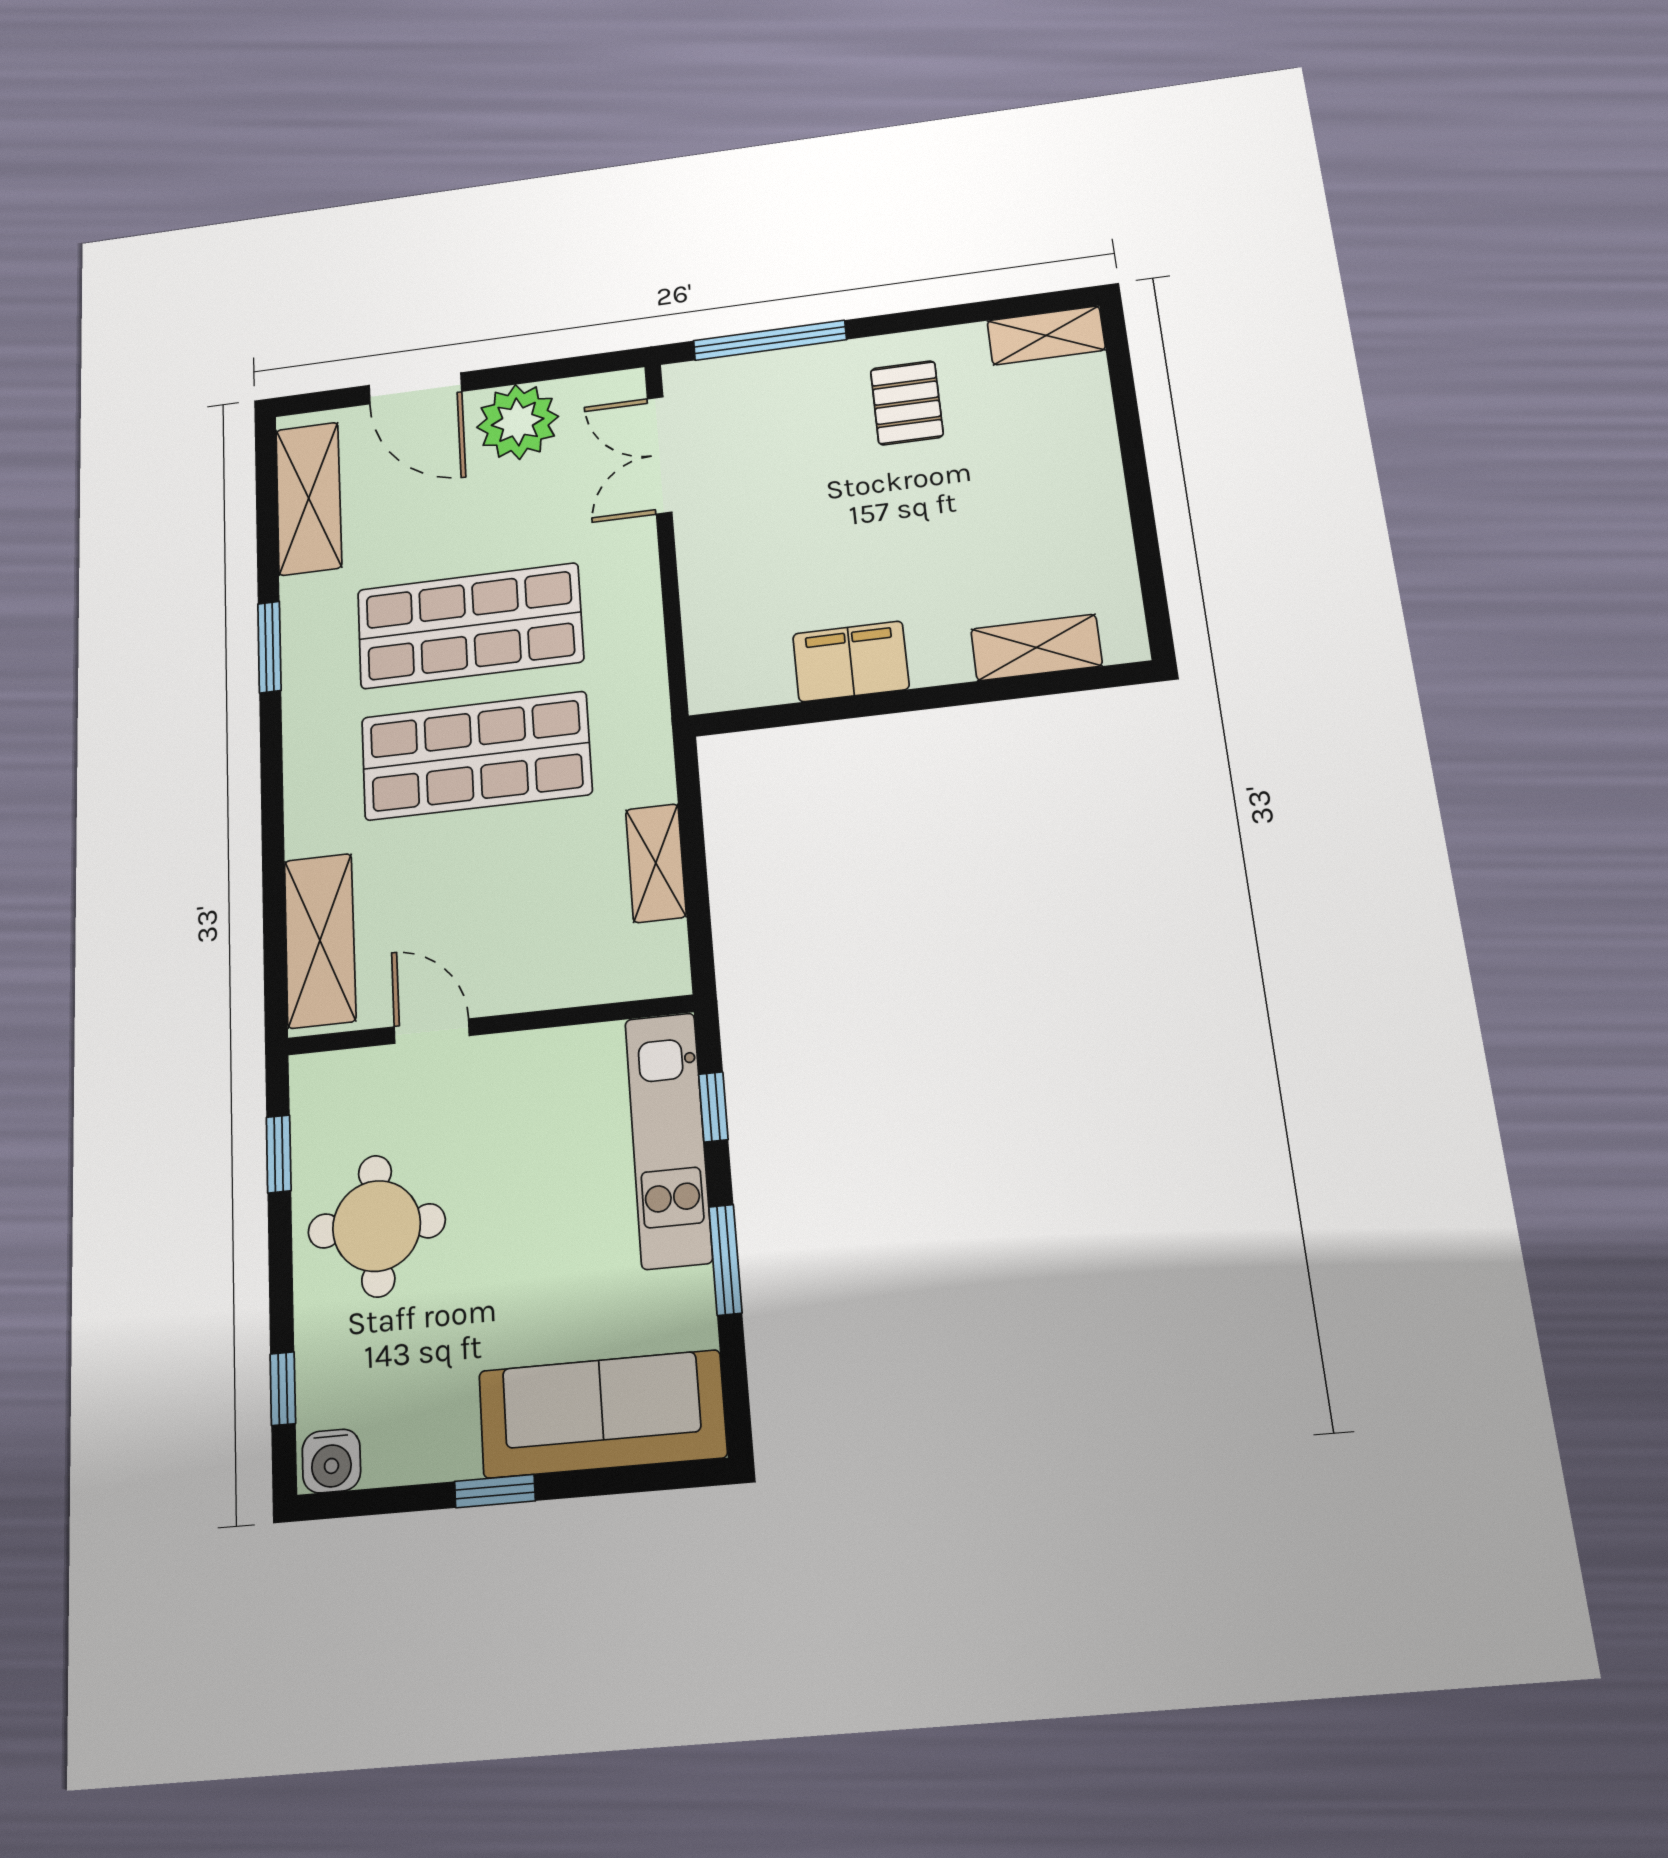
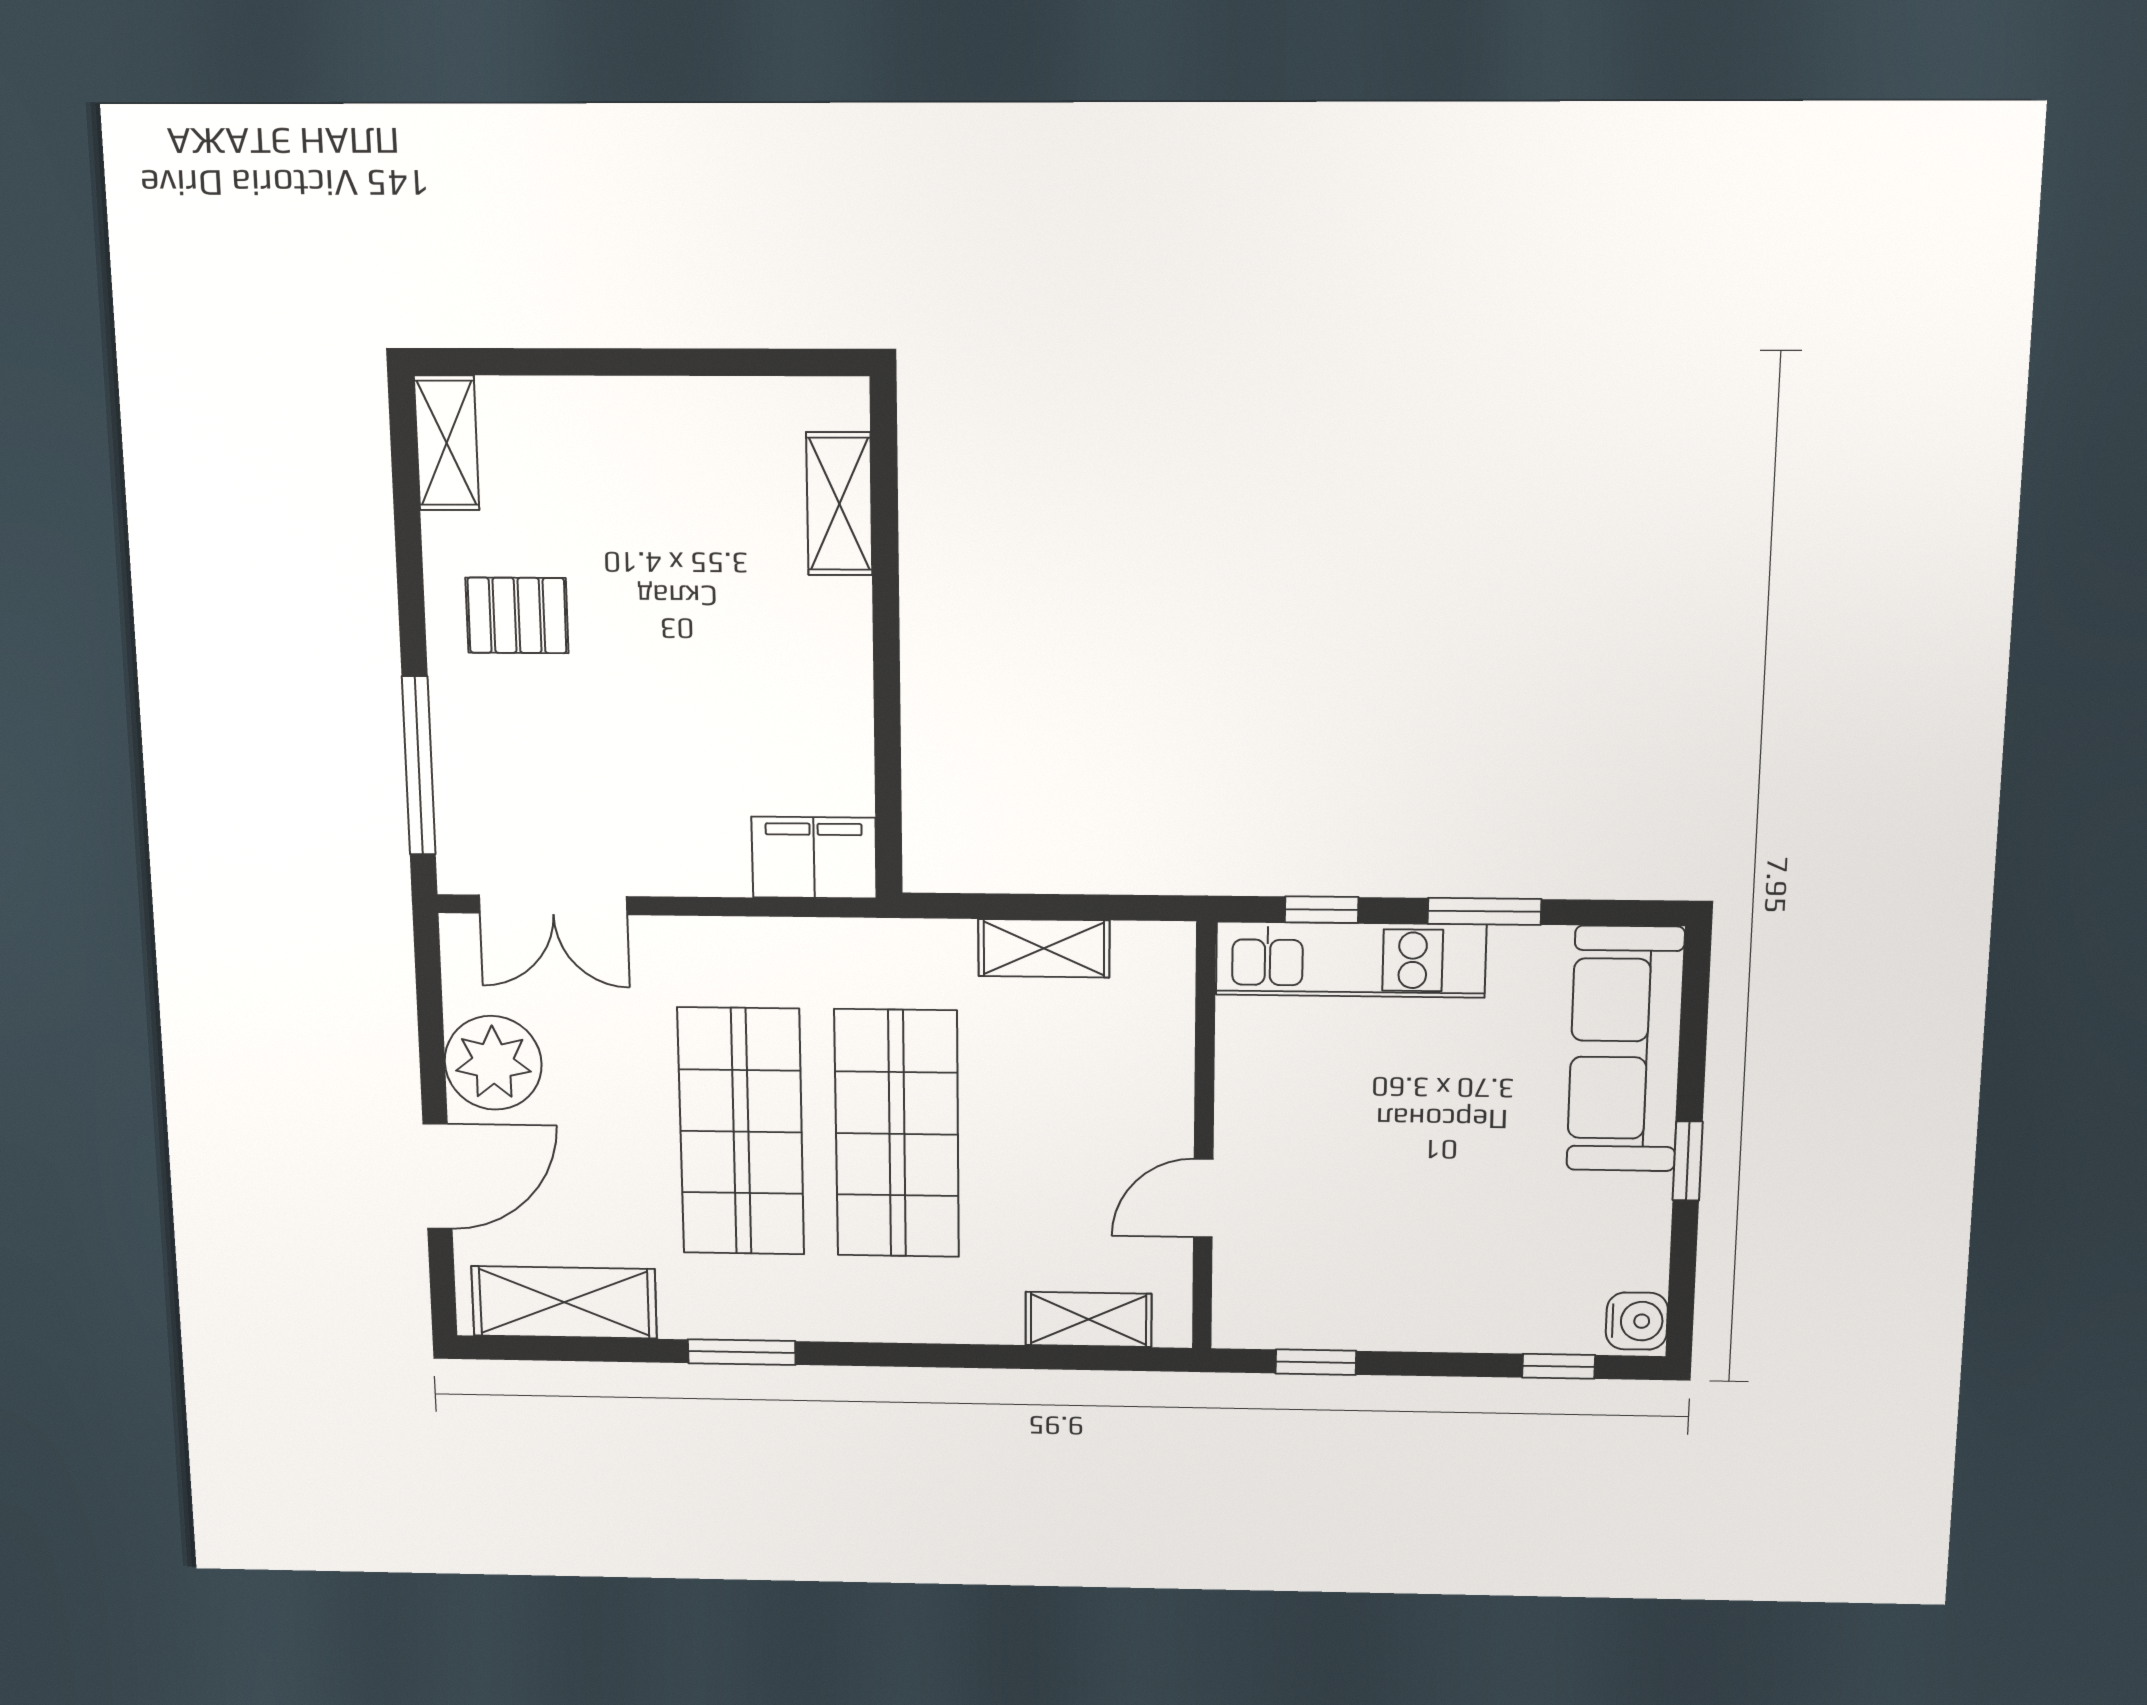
filing cabinet: (851, 661) -> (814, 858), moved, turned 90
shelving: (320, 940) -> (1089, 1319), width x0.67, depth x0.75
round table: (377, 1226) -> (1404, 1265), removed

